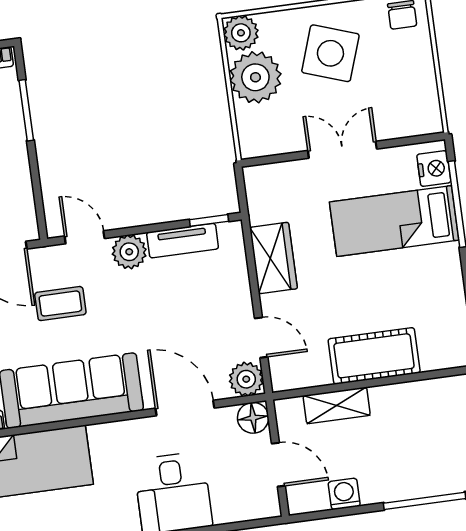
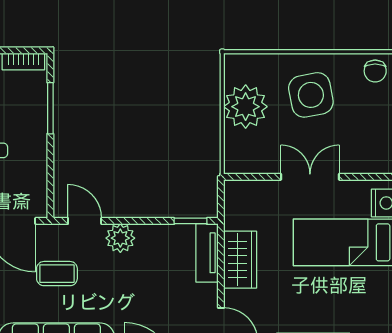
plant: (241, 33) -> (238, 68), removed
side table: (330, 53) -> (311, 95), turned -30
tv unit: (183, 241) -> (207, 253), moved, turned 90

